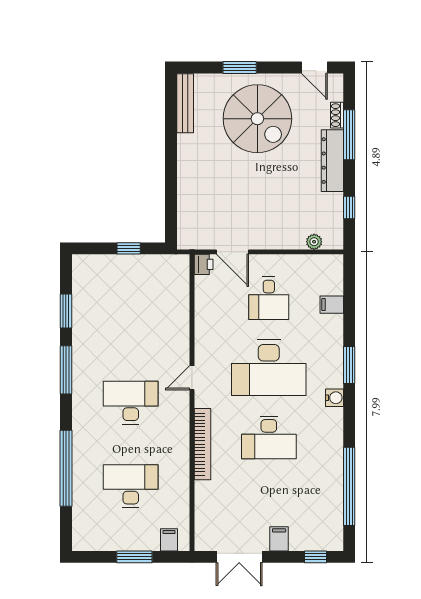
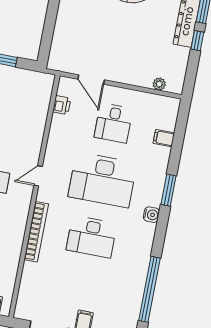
window: (349, 208) -> (197, 41), moved
printer: (204, 264) -> (62, 105), moved

